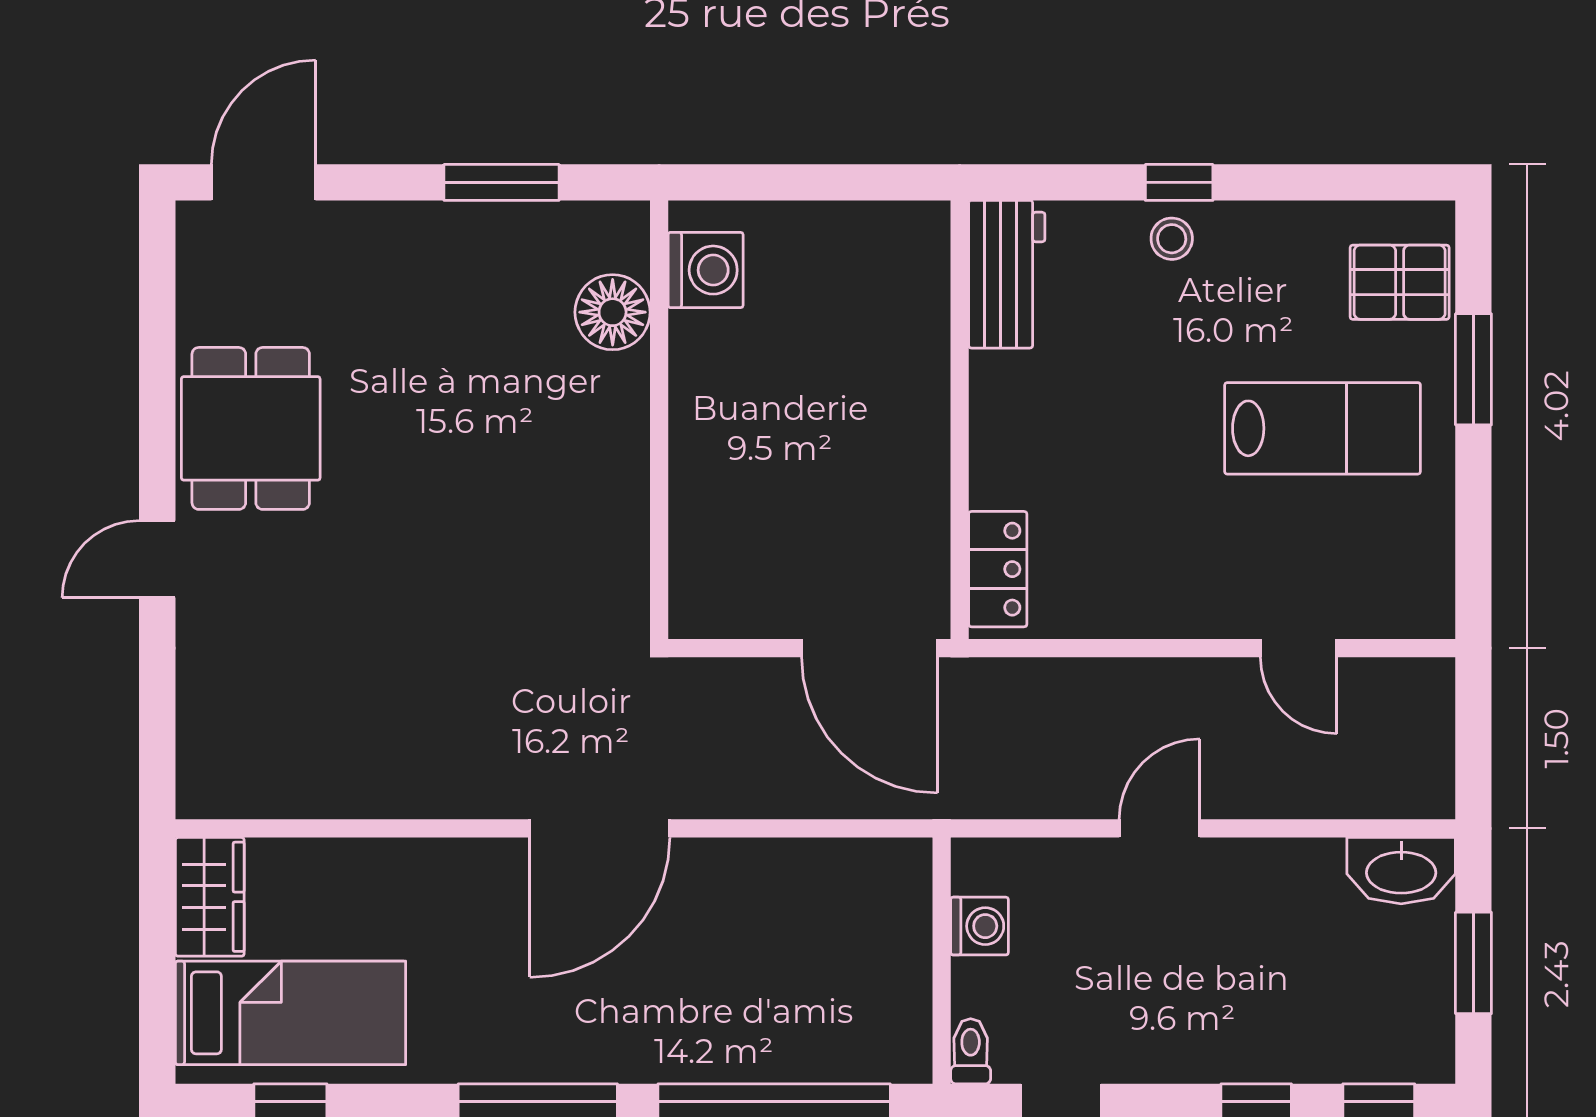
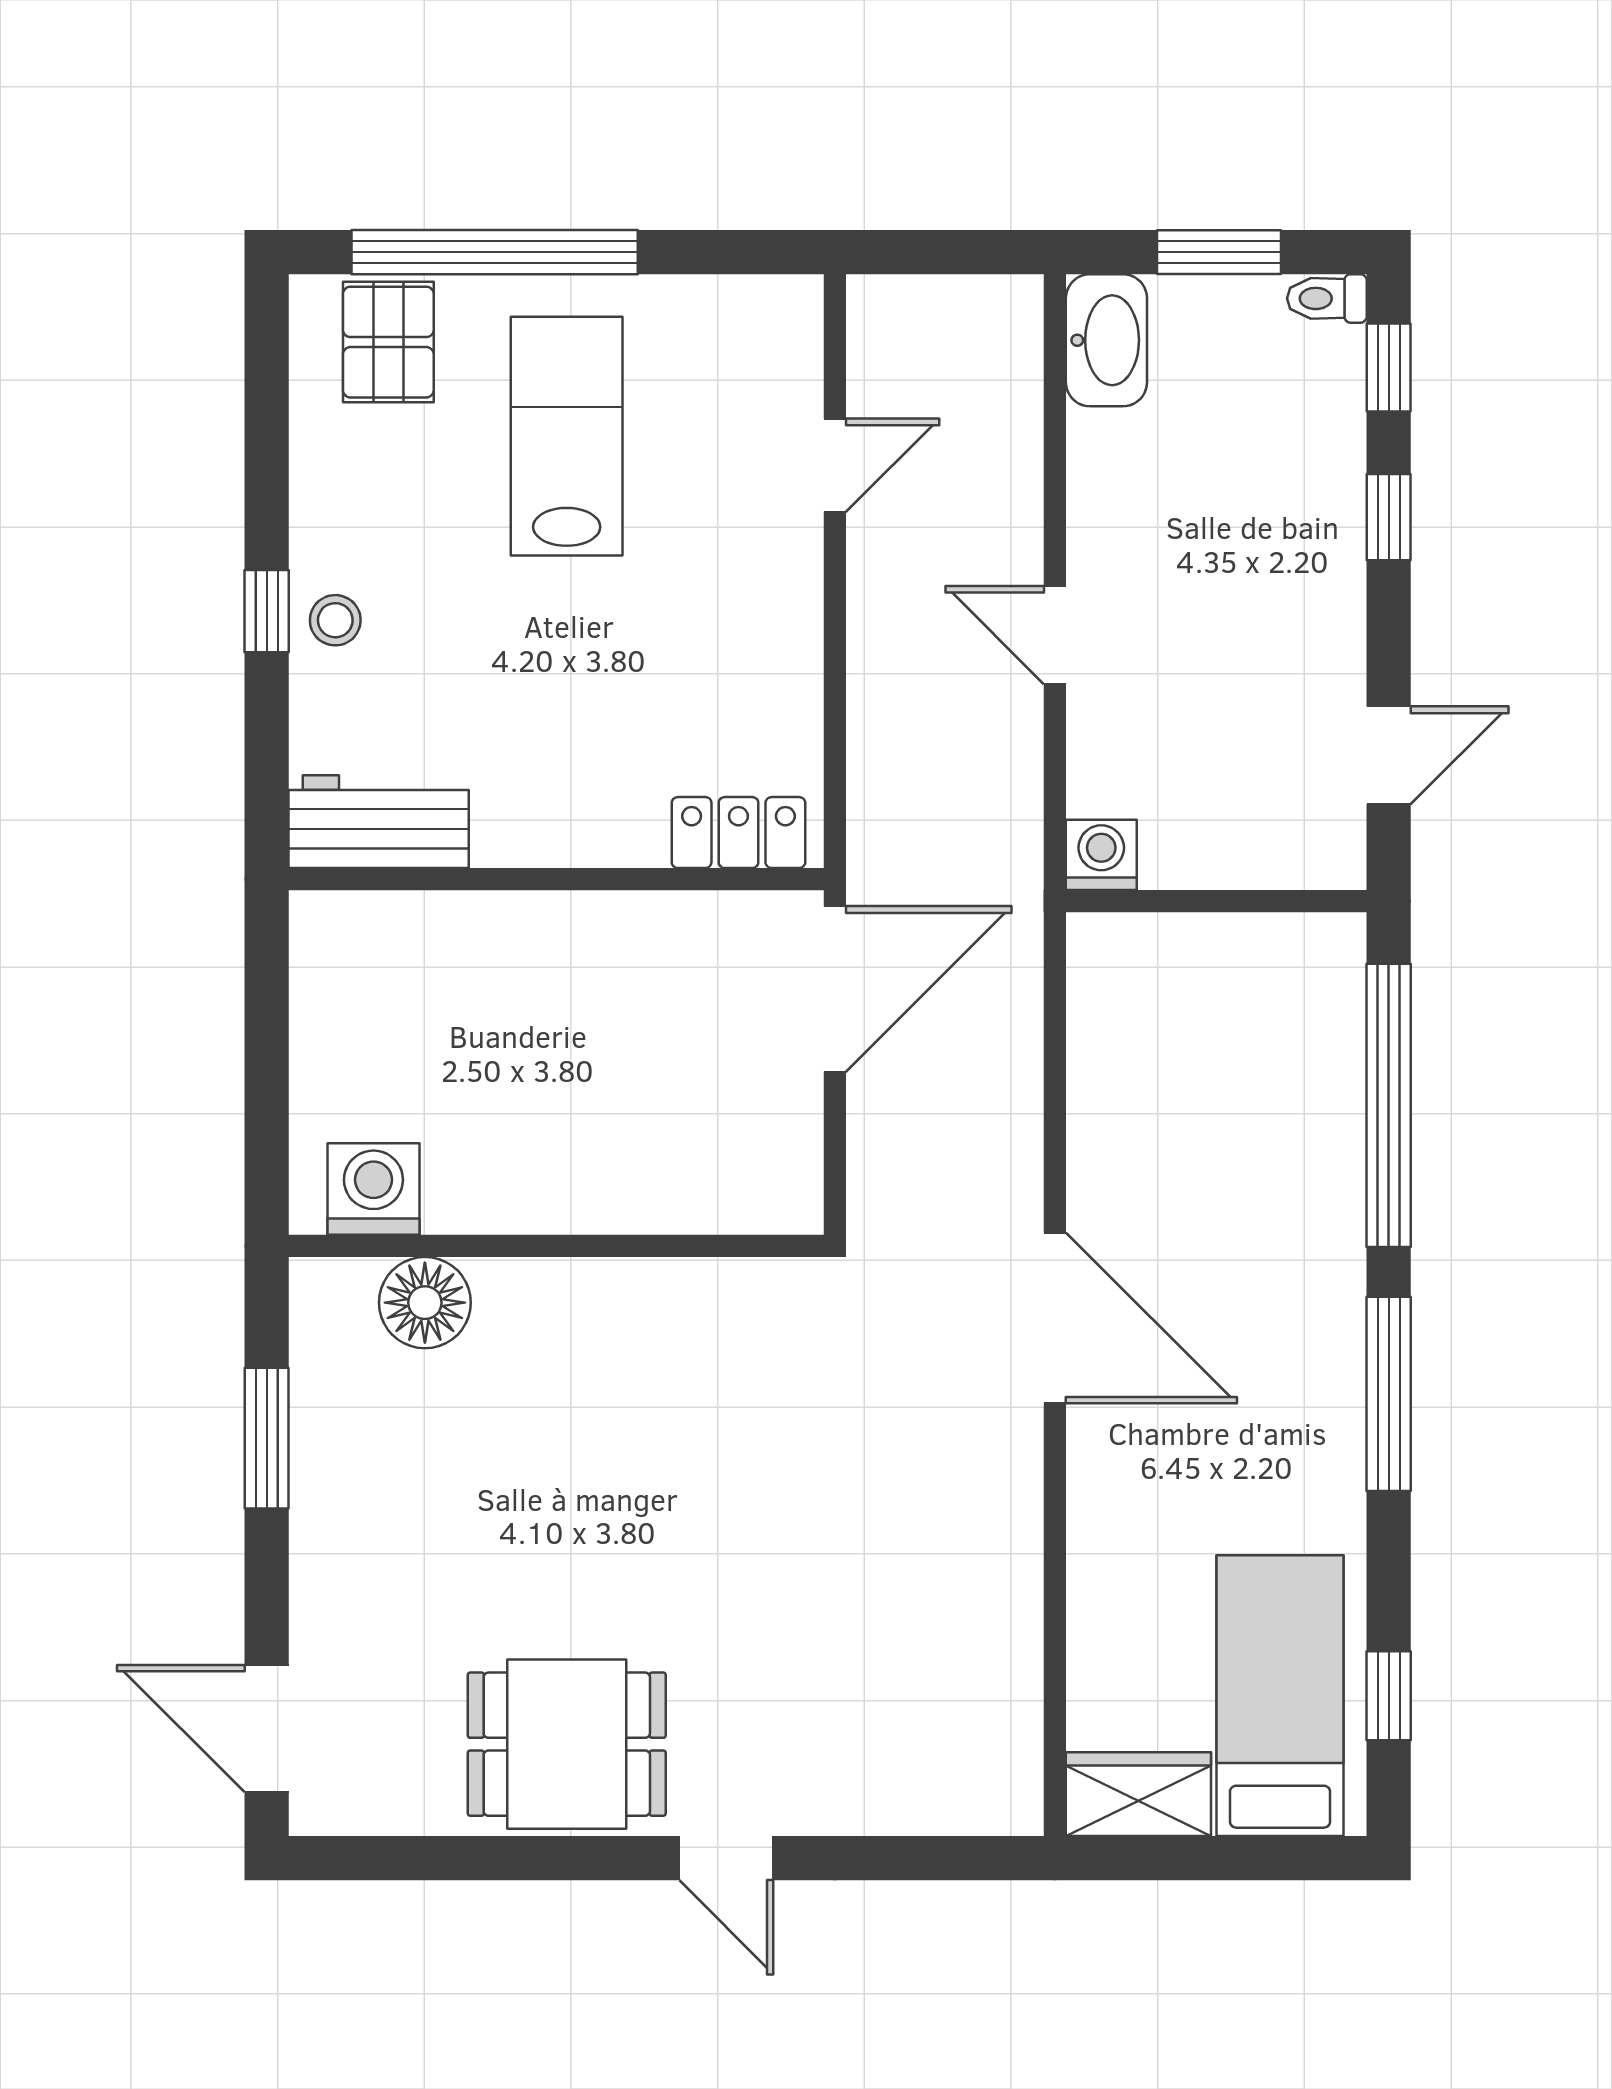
window: (1473, 369) -> (495, 252), width x2.11
washing machine: (979, 926) -> (1101, 855), moved
toilet: (971, 1051) -> (1327, 298), moved

